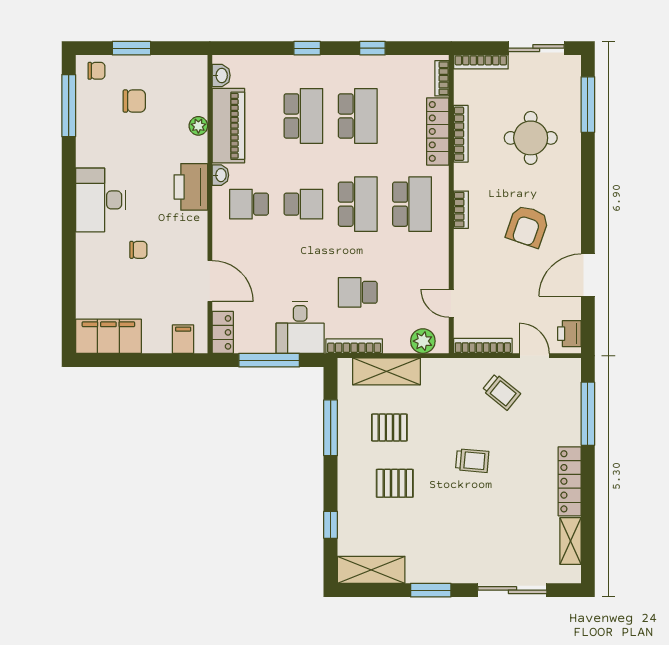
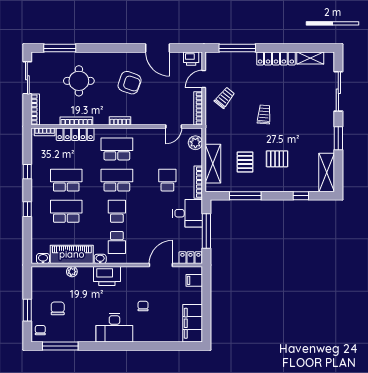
school desk: (358, 292) -> (167, 180), turned 180
pallet: (395, 483) -> (277, 159), turned 90

